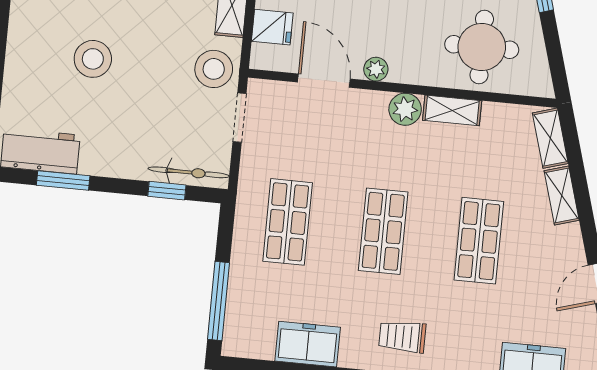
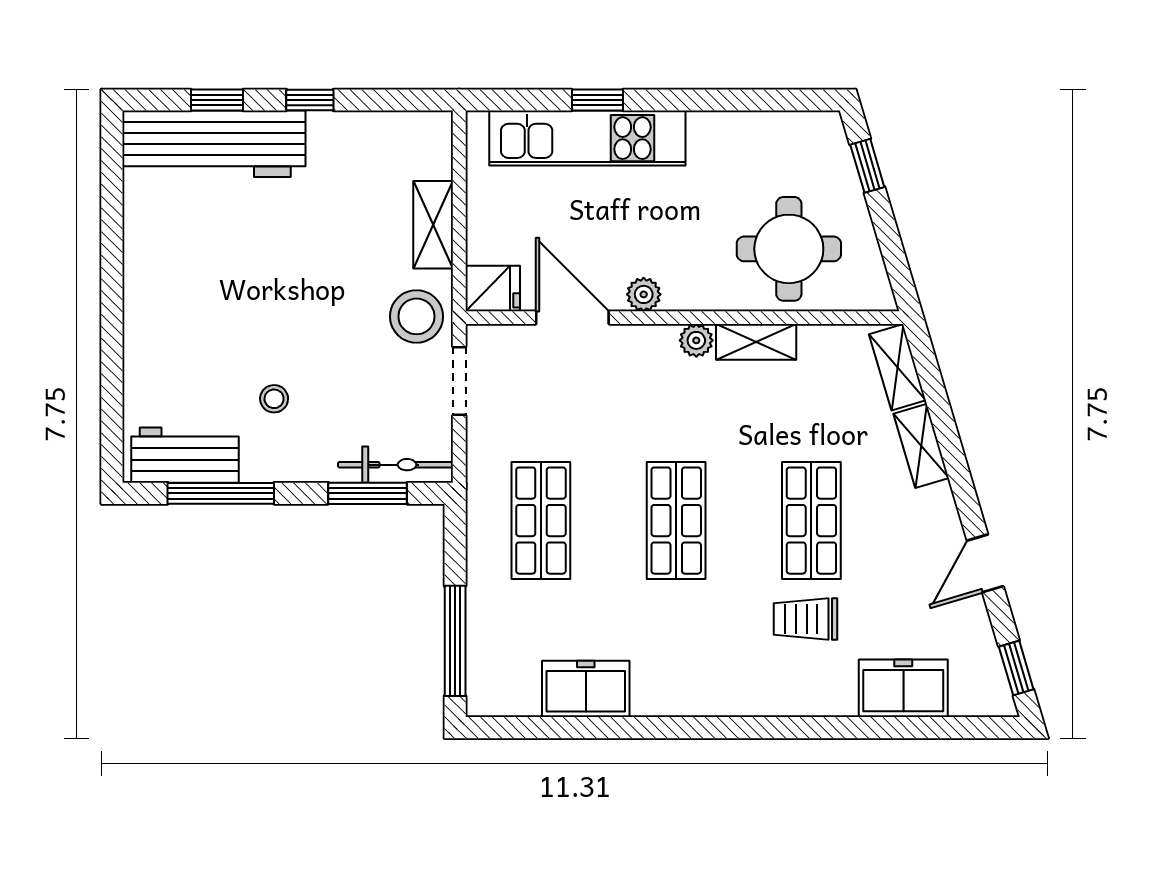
fridge: (272, 27) -> (493, 289), moved
stool: (93, 59) -> (274, 399), moved, width x0.53, depth x0.53
plant: (405, 109) -> (696, 340), width x0.73, depth x0.73
window: (63, 180) -> (221, 493), width x1.44
window: (167, 191) -> (368, 493), width x1.50
trolley: (402, 337) -> (806, 619), moved

